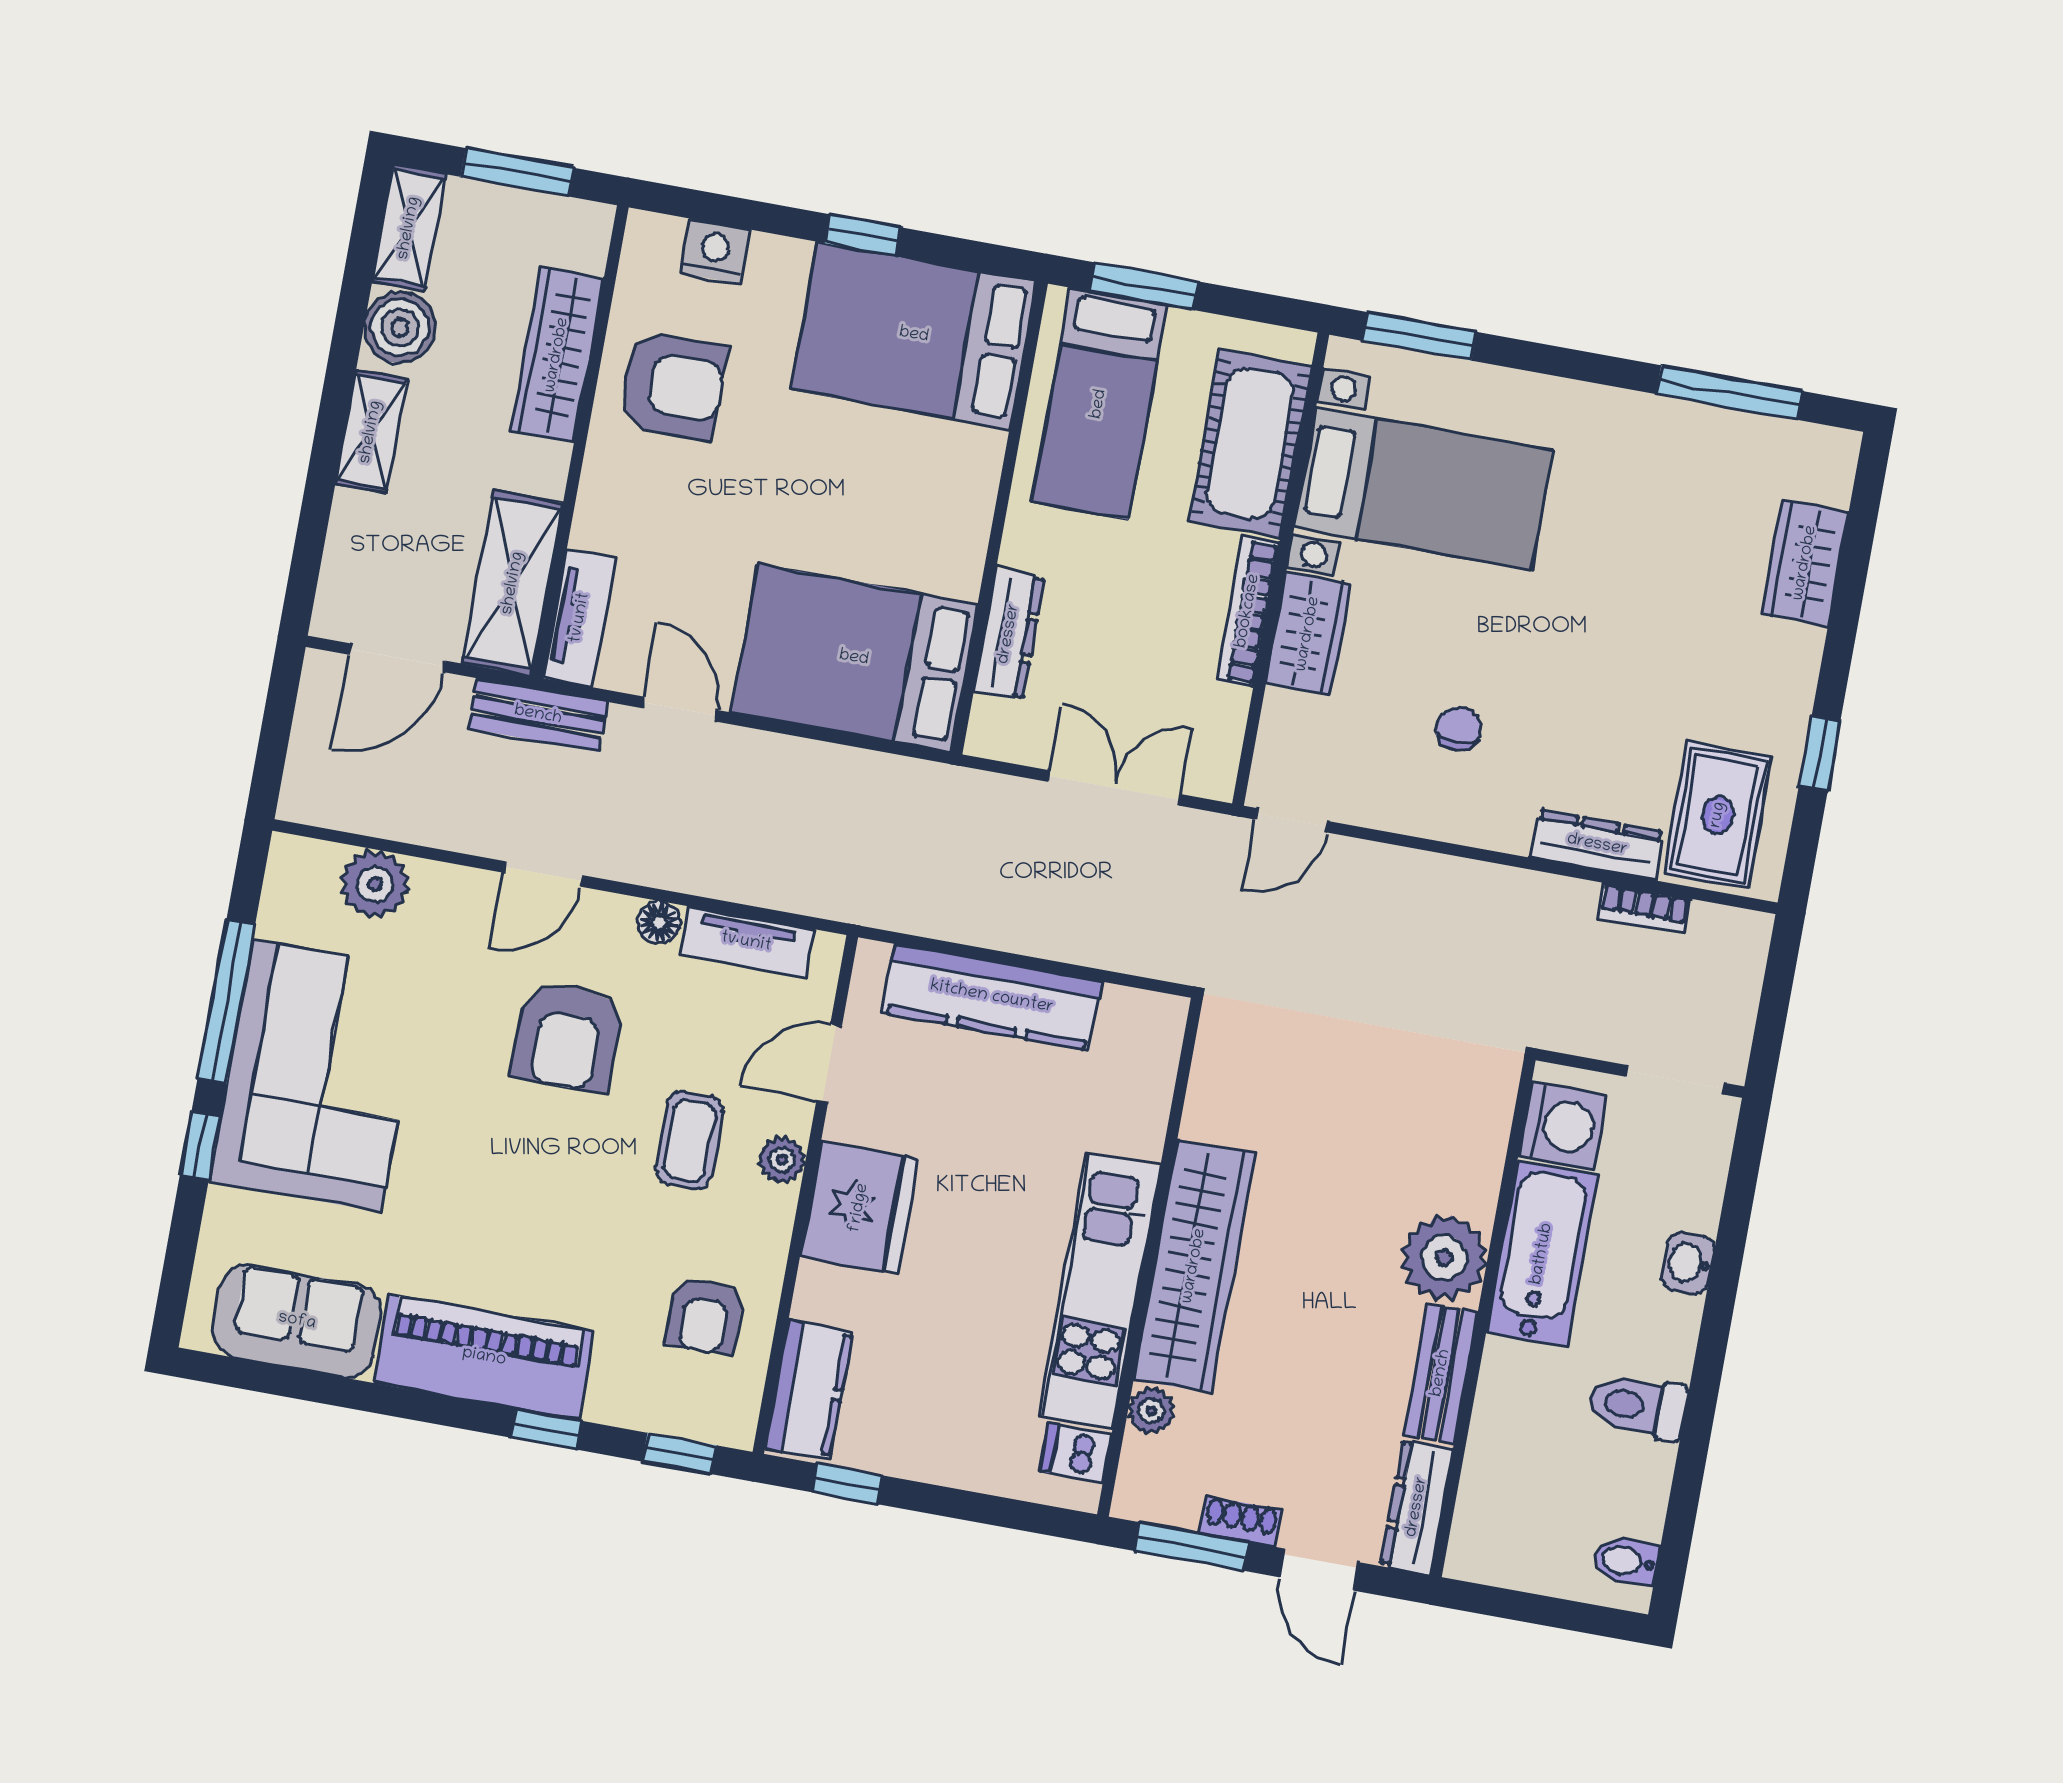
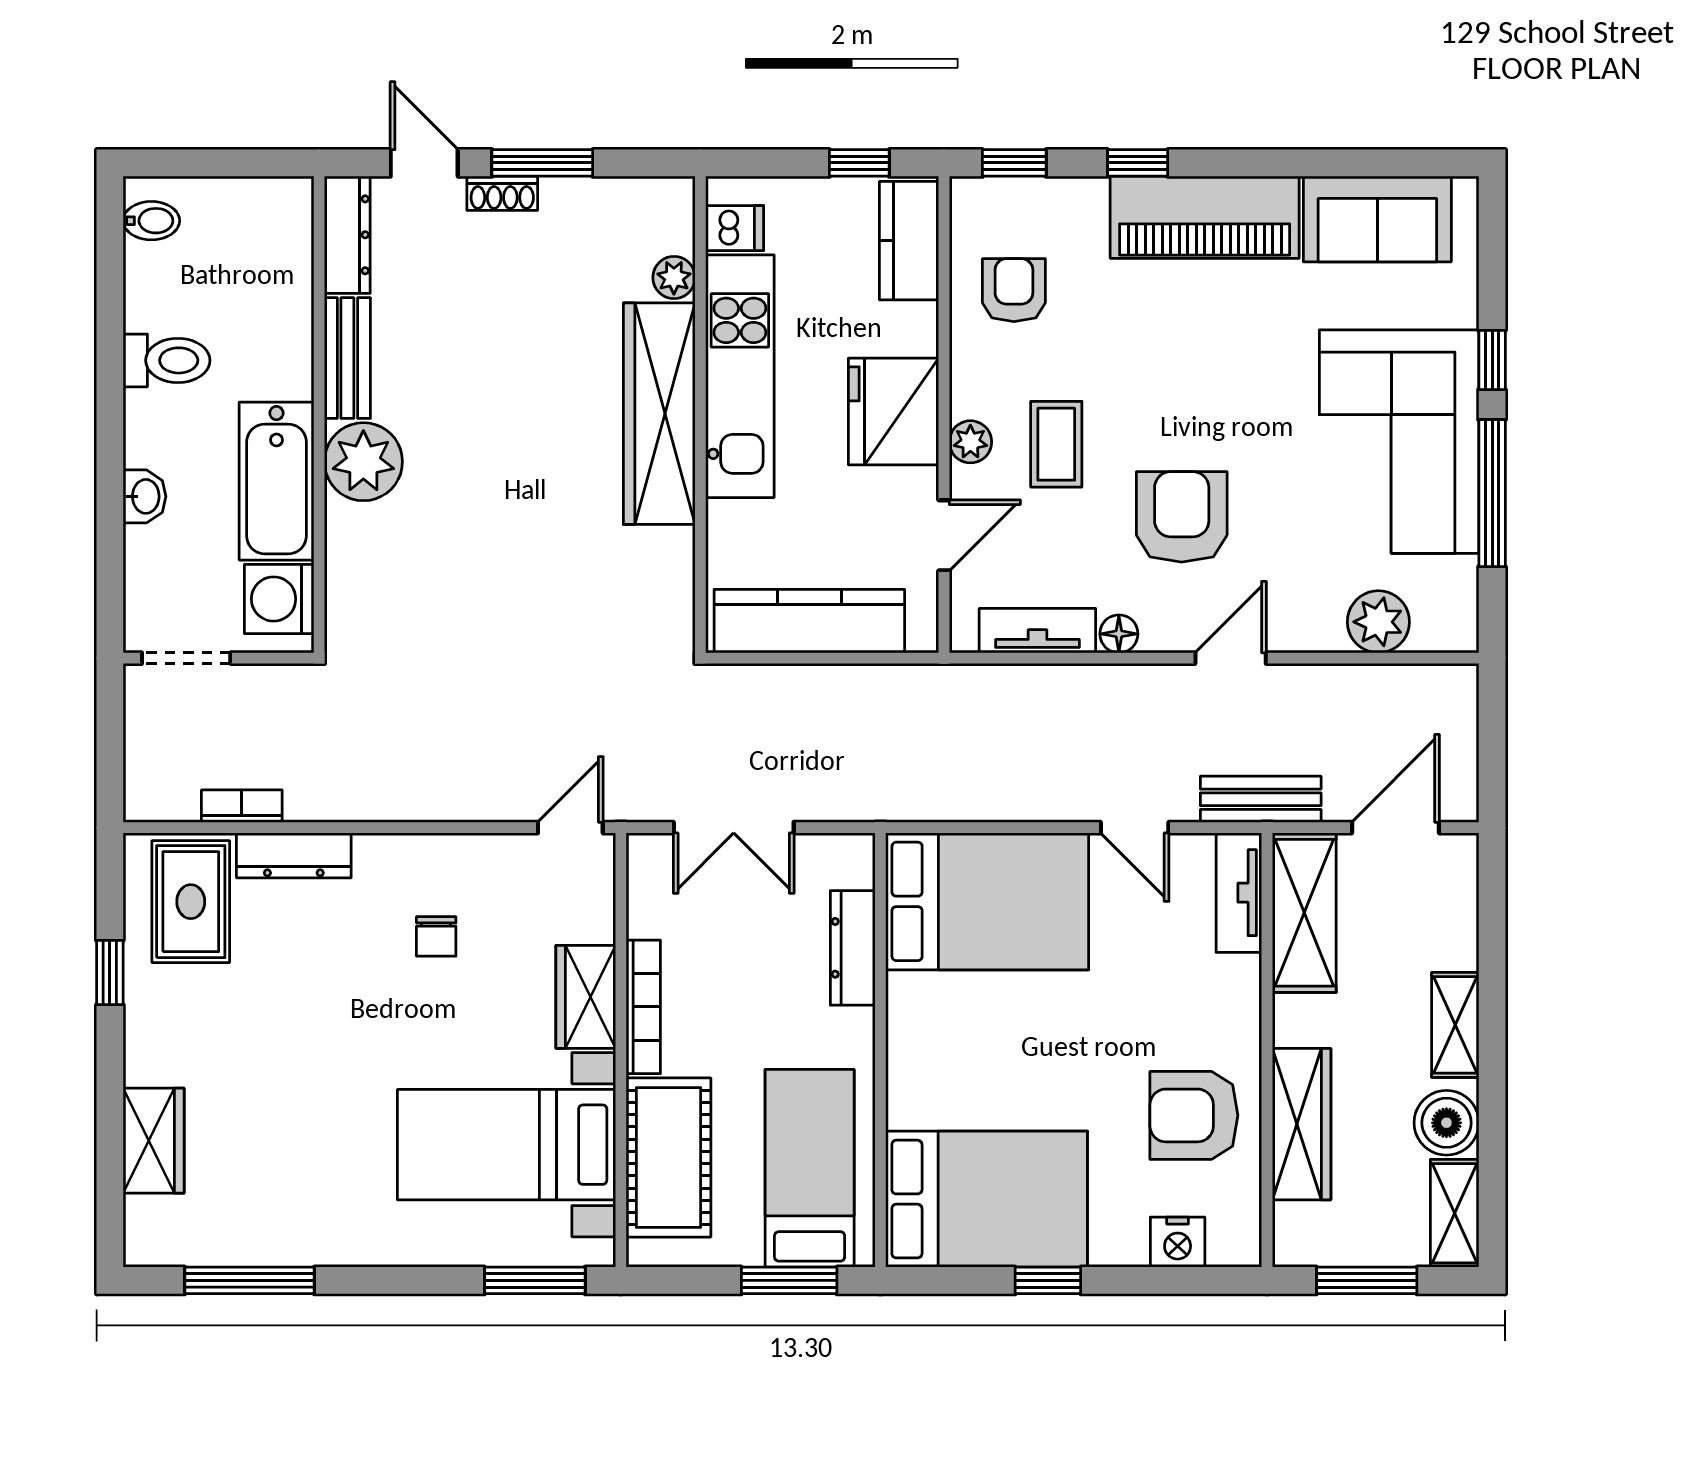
wall: (1150, 1257) -> (700, 415), moved
wardrobe: (1194, 1266) -> (659, 414), moved
kitchen unit: (1099, 1291) -> (740, 376), moved
plant: (1151, 1411) -> (674, 278), moved
dishwasher: (1076, 1453) -> (735, 228), moved

